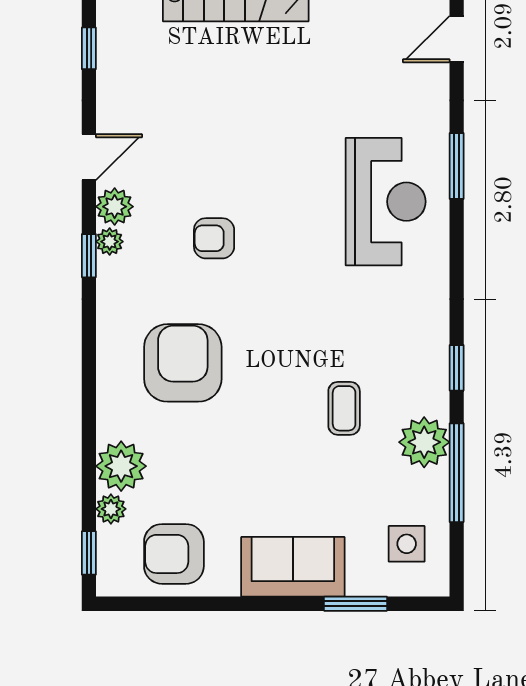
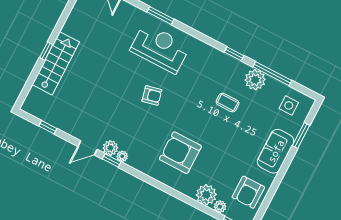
door: (89, 157) -> (88, 148), swing flipped
armchair: (214, 238) -> (152, 95), moved, turned -103
window: (89, 256) -> (112, 160), moved

